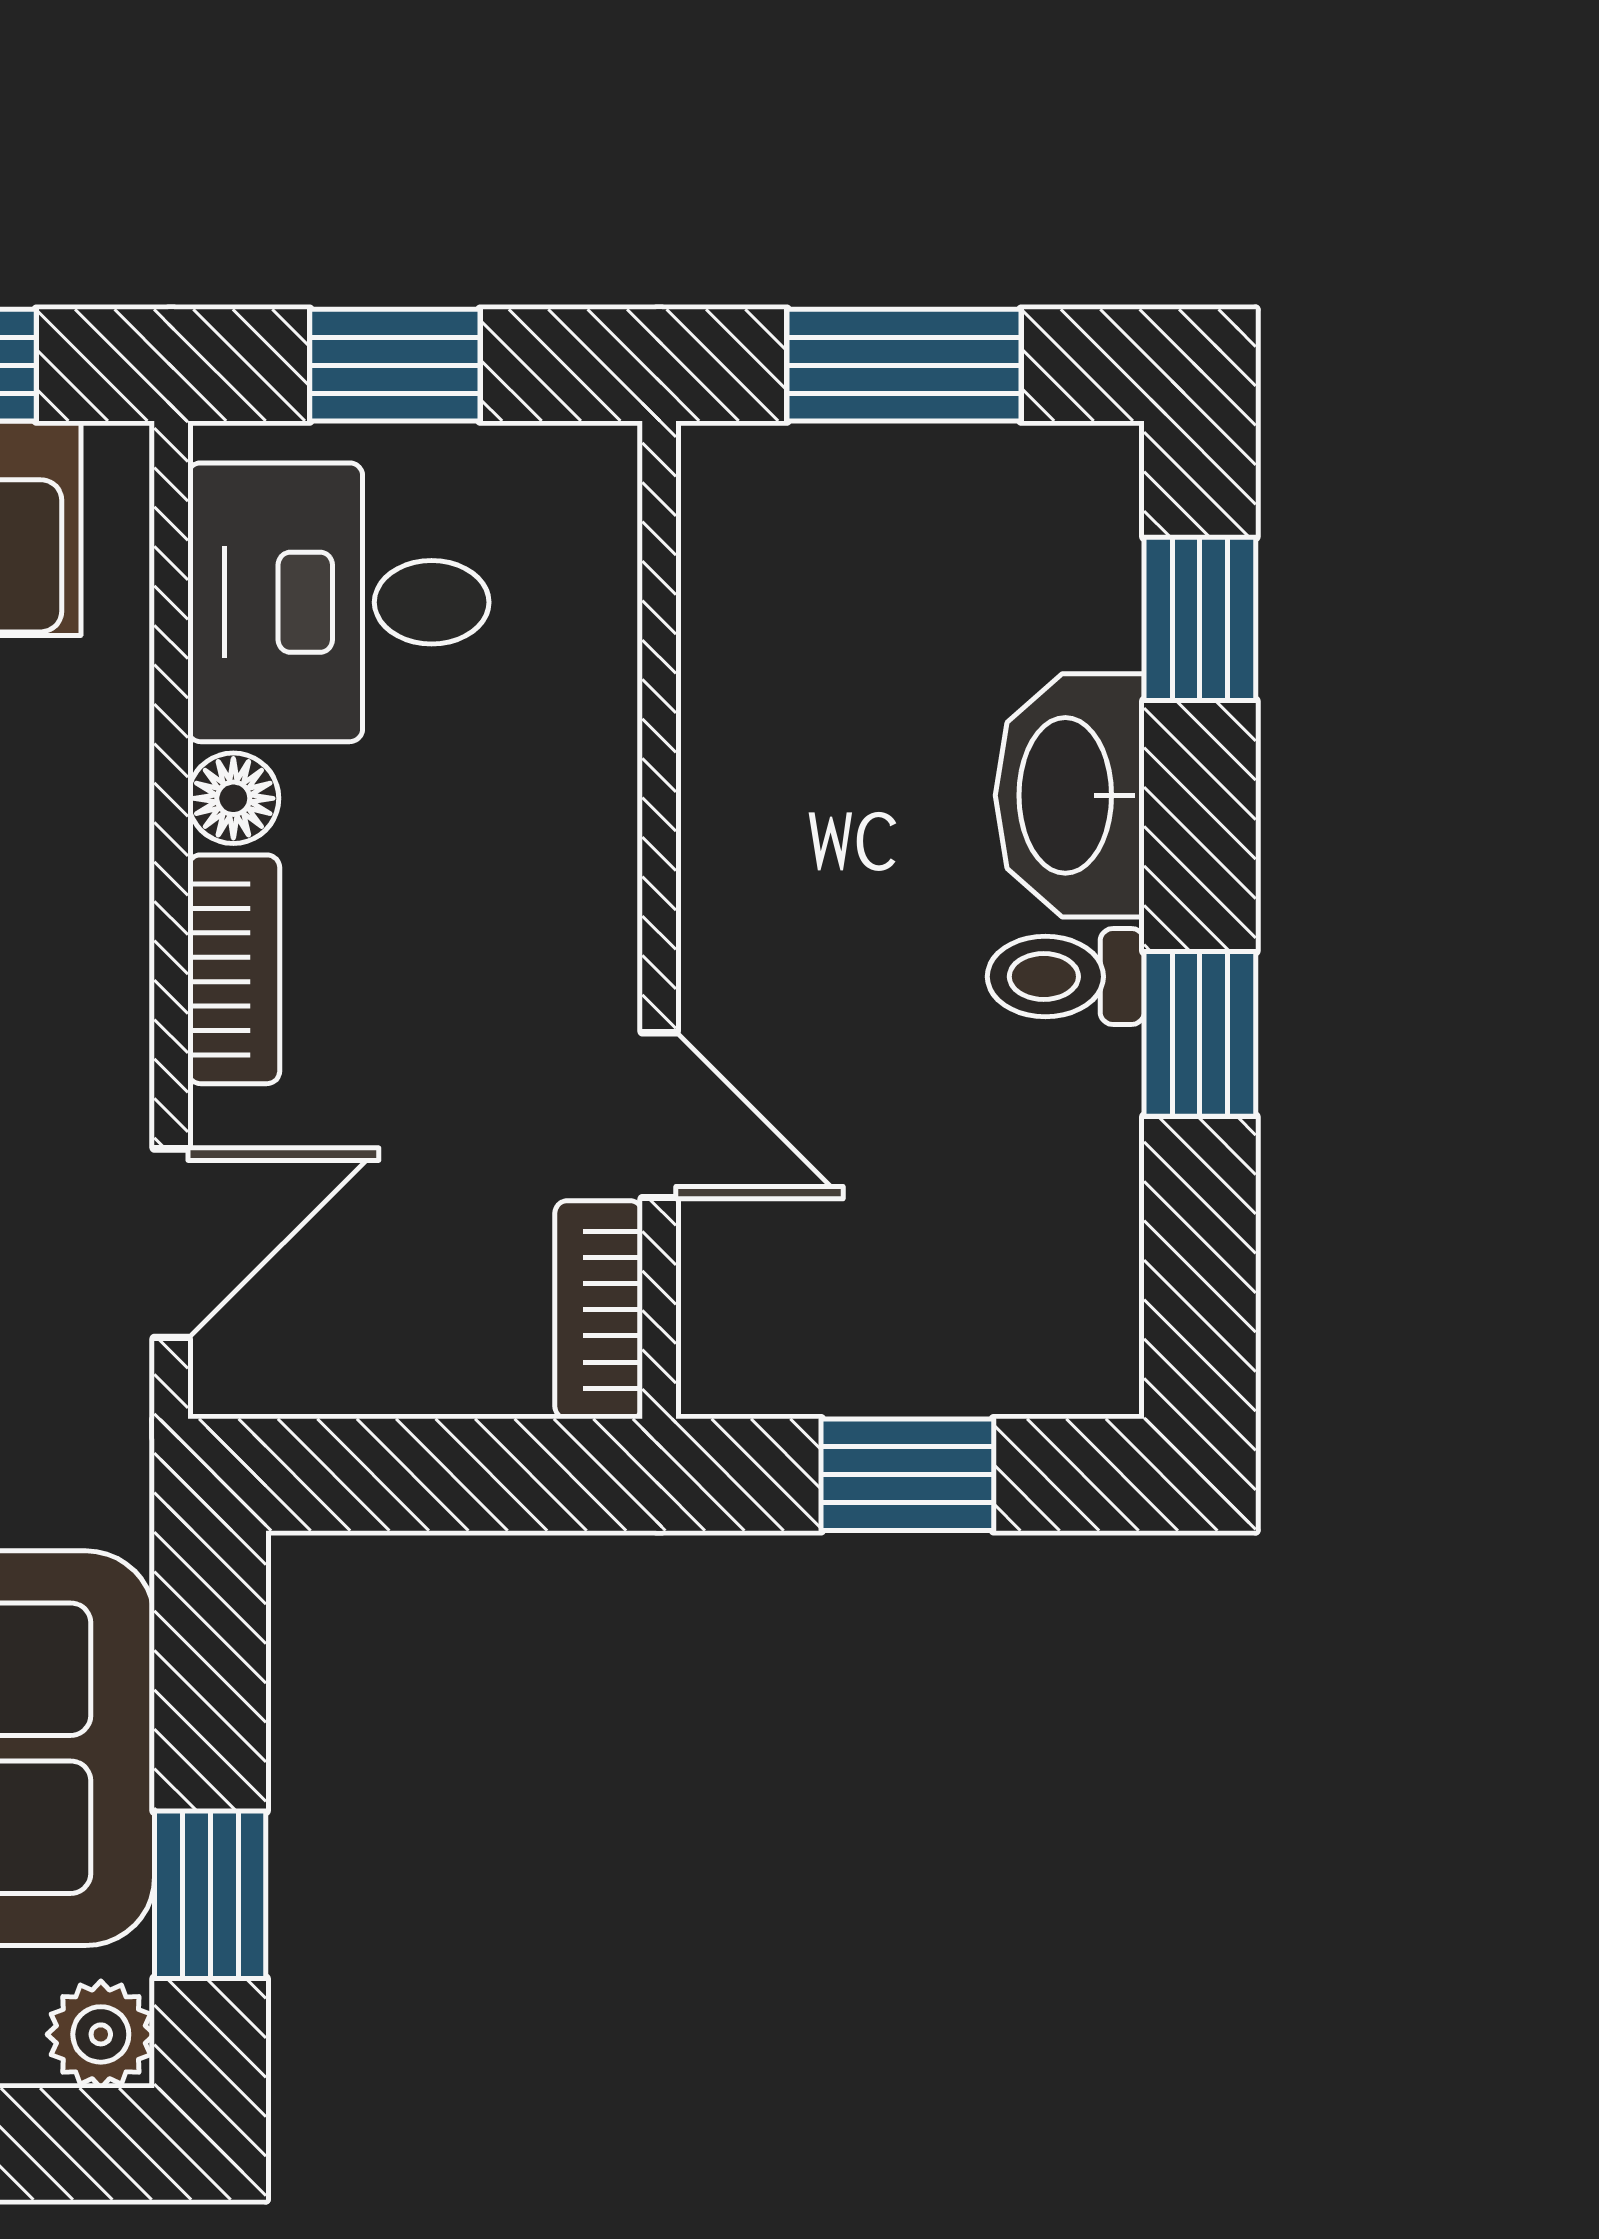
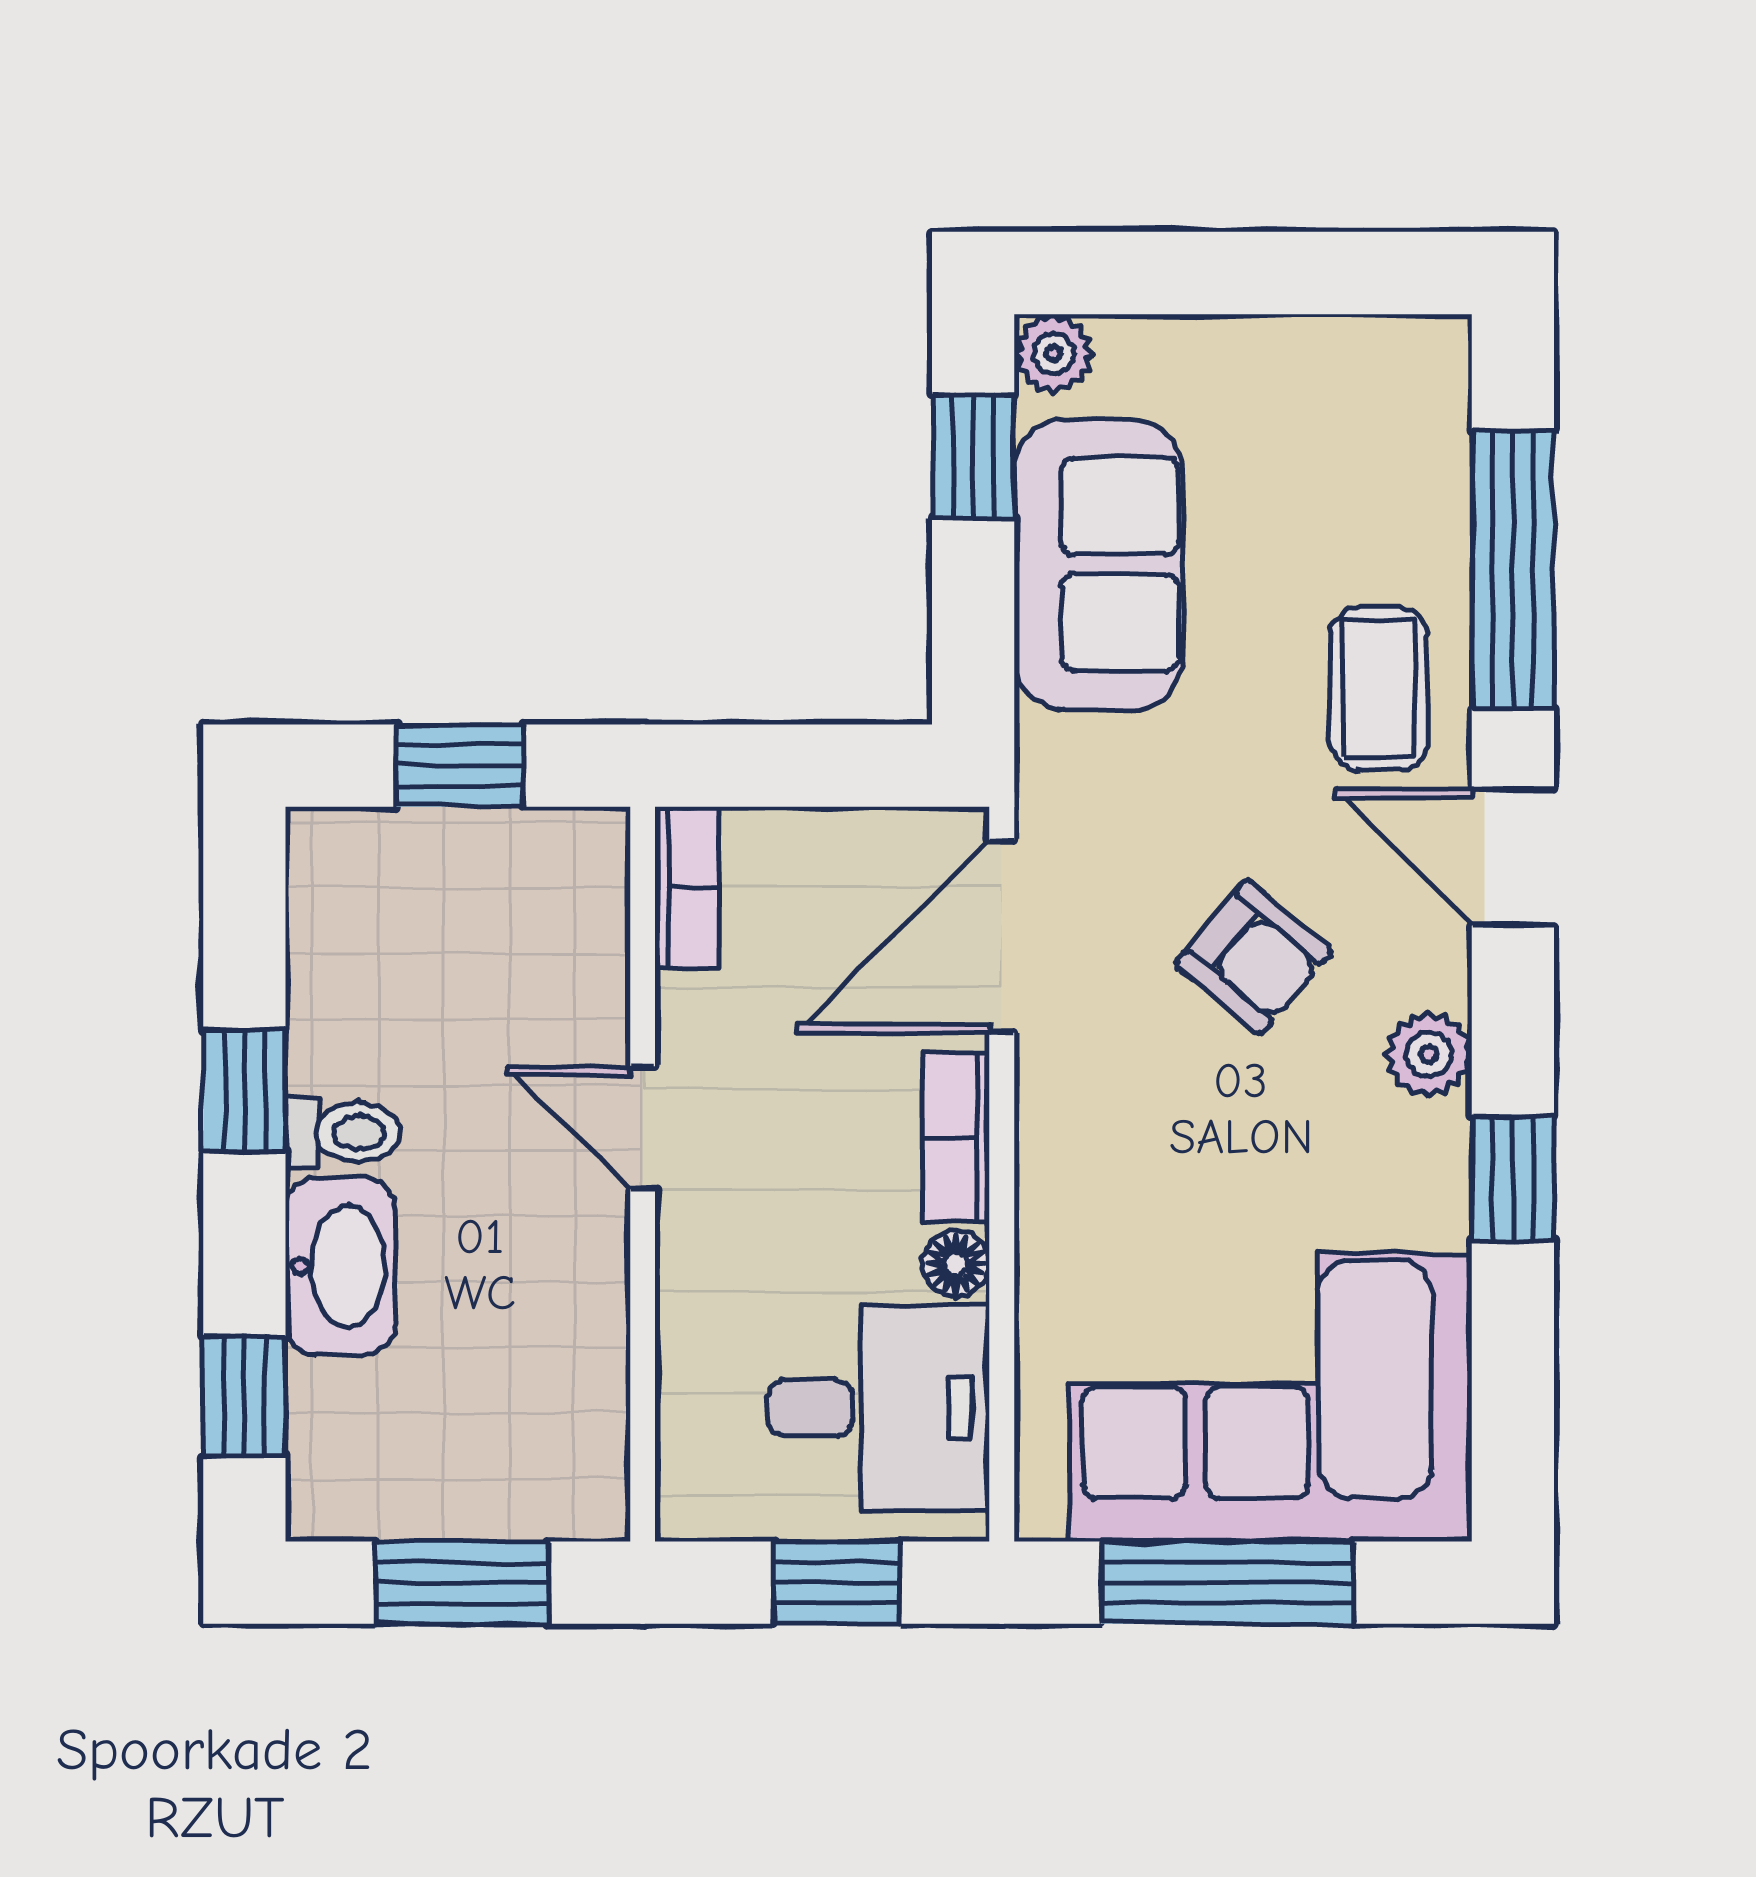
door: (659, 1115) -> (643, 1128), moved
door: (171, 1243) -> (1002, 936), width x1.38

